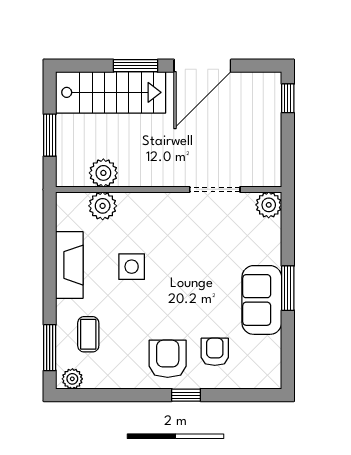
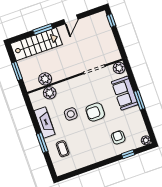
door: (202, 66) -> (71, 19), width x0.53
sofa: (262, 300) -> (125, 93), moved
window: (50, 348) -> (42, 143), moved
armchair: (168, 359) -> (95, 112), moved, turned -90
plant: (72, 379) -> (146, 140), moved
window: (186, 395) -> (128, 154), moved

